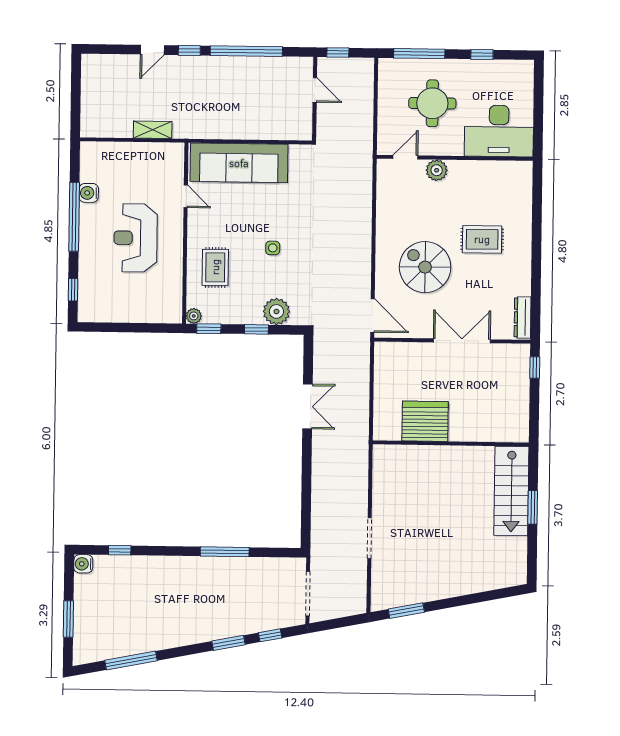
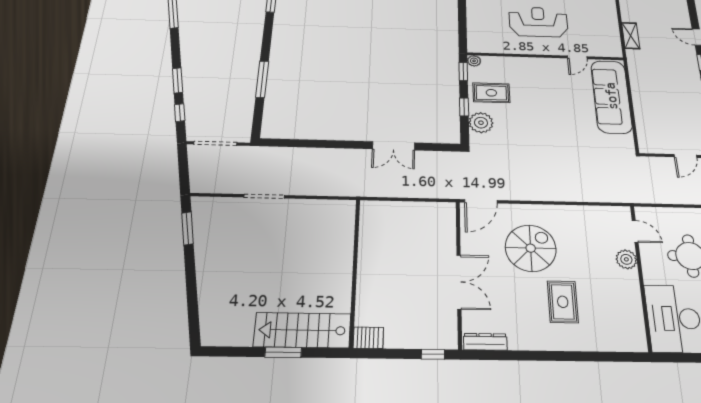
side table: (273, 248) -> (538, 121), removed
rug: (215, 267) -> (491, 93), moved
server rack: (425, 421) -> (368, 338), moved, width x0.46, depth x0.70

